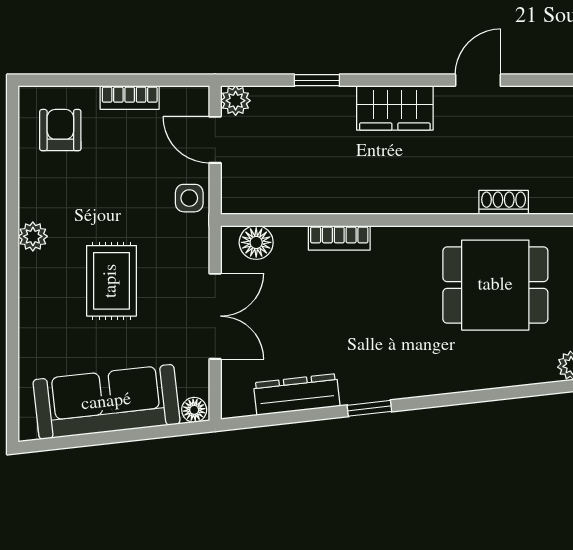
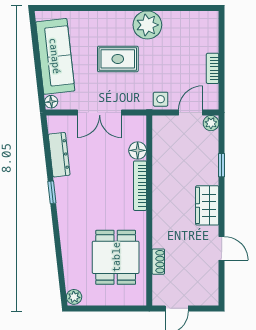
armchair: (60, 130) -> (196, 33), removed
plant: (33, 236) -> (147, 25), width x1.87, depth x1.87
bookcase: (339, 238) -> (140, 186), width x1.56
floor lamp: (256, 242) -> (138, 150), moved

